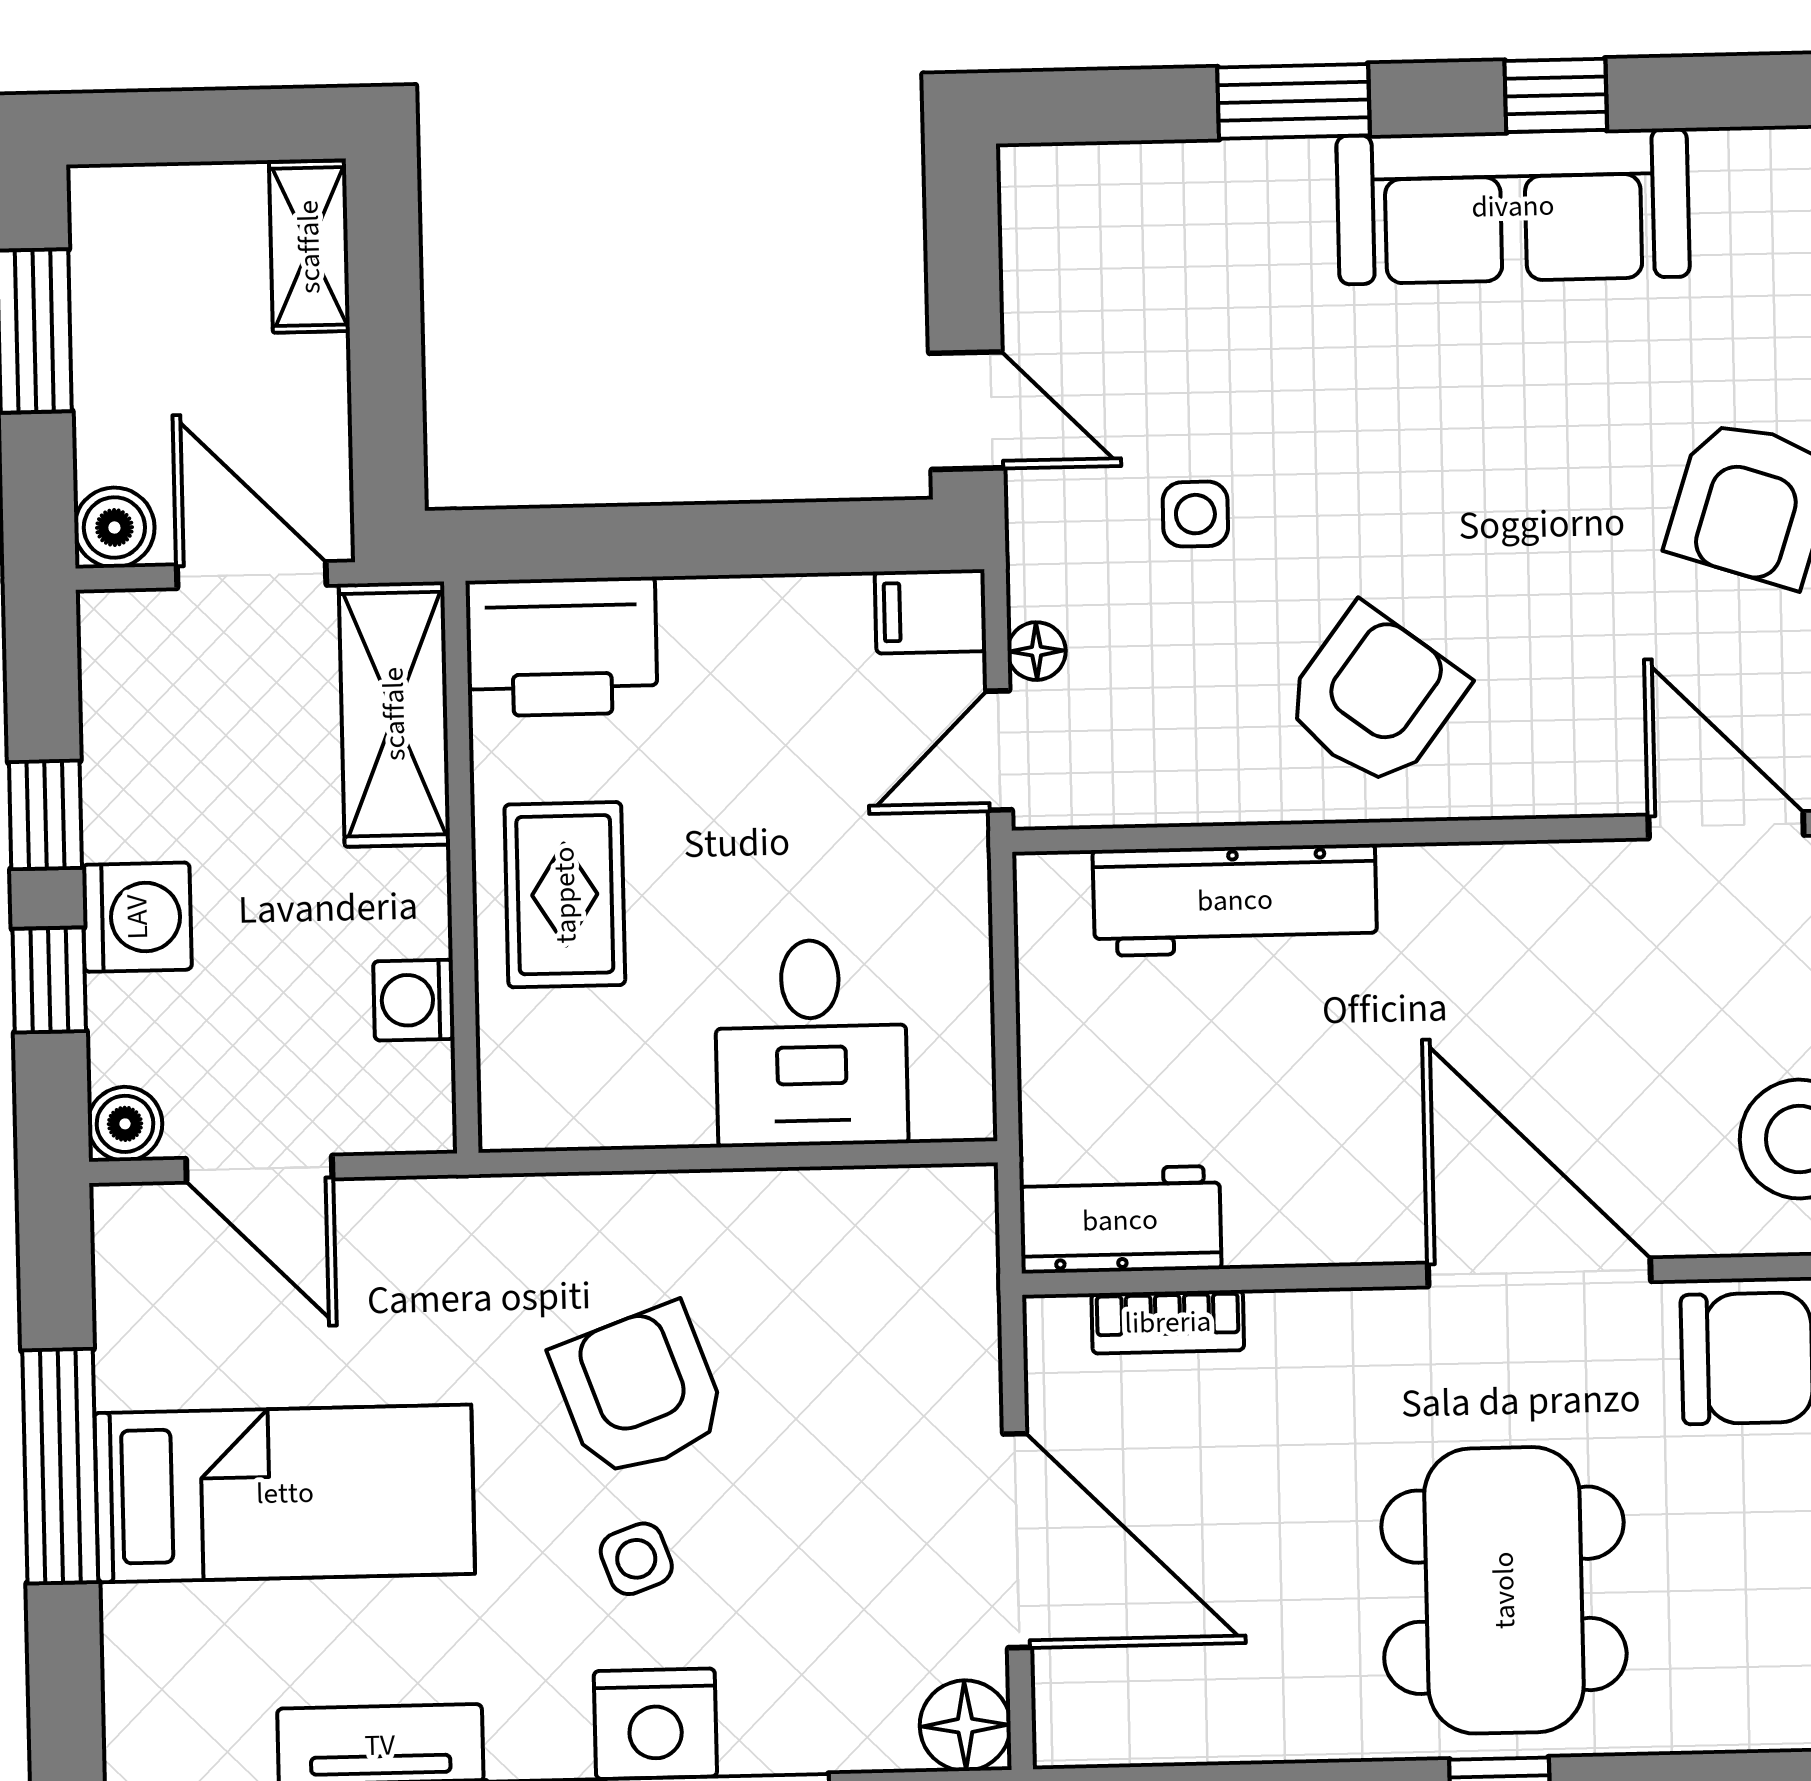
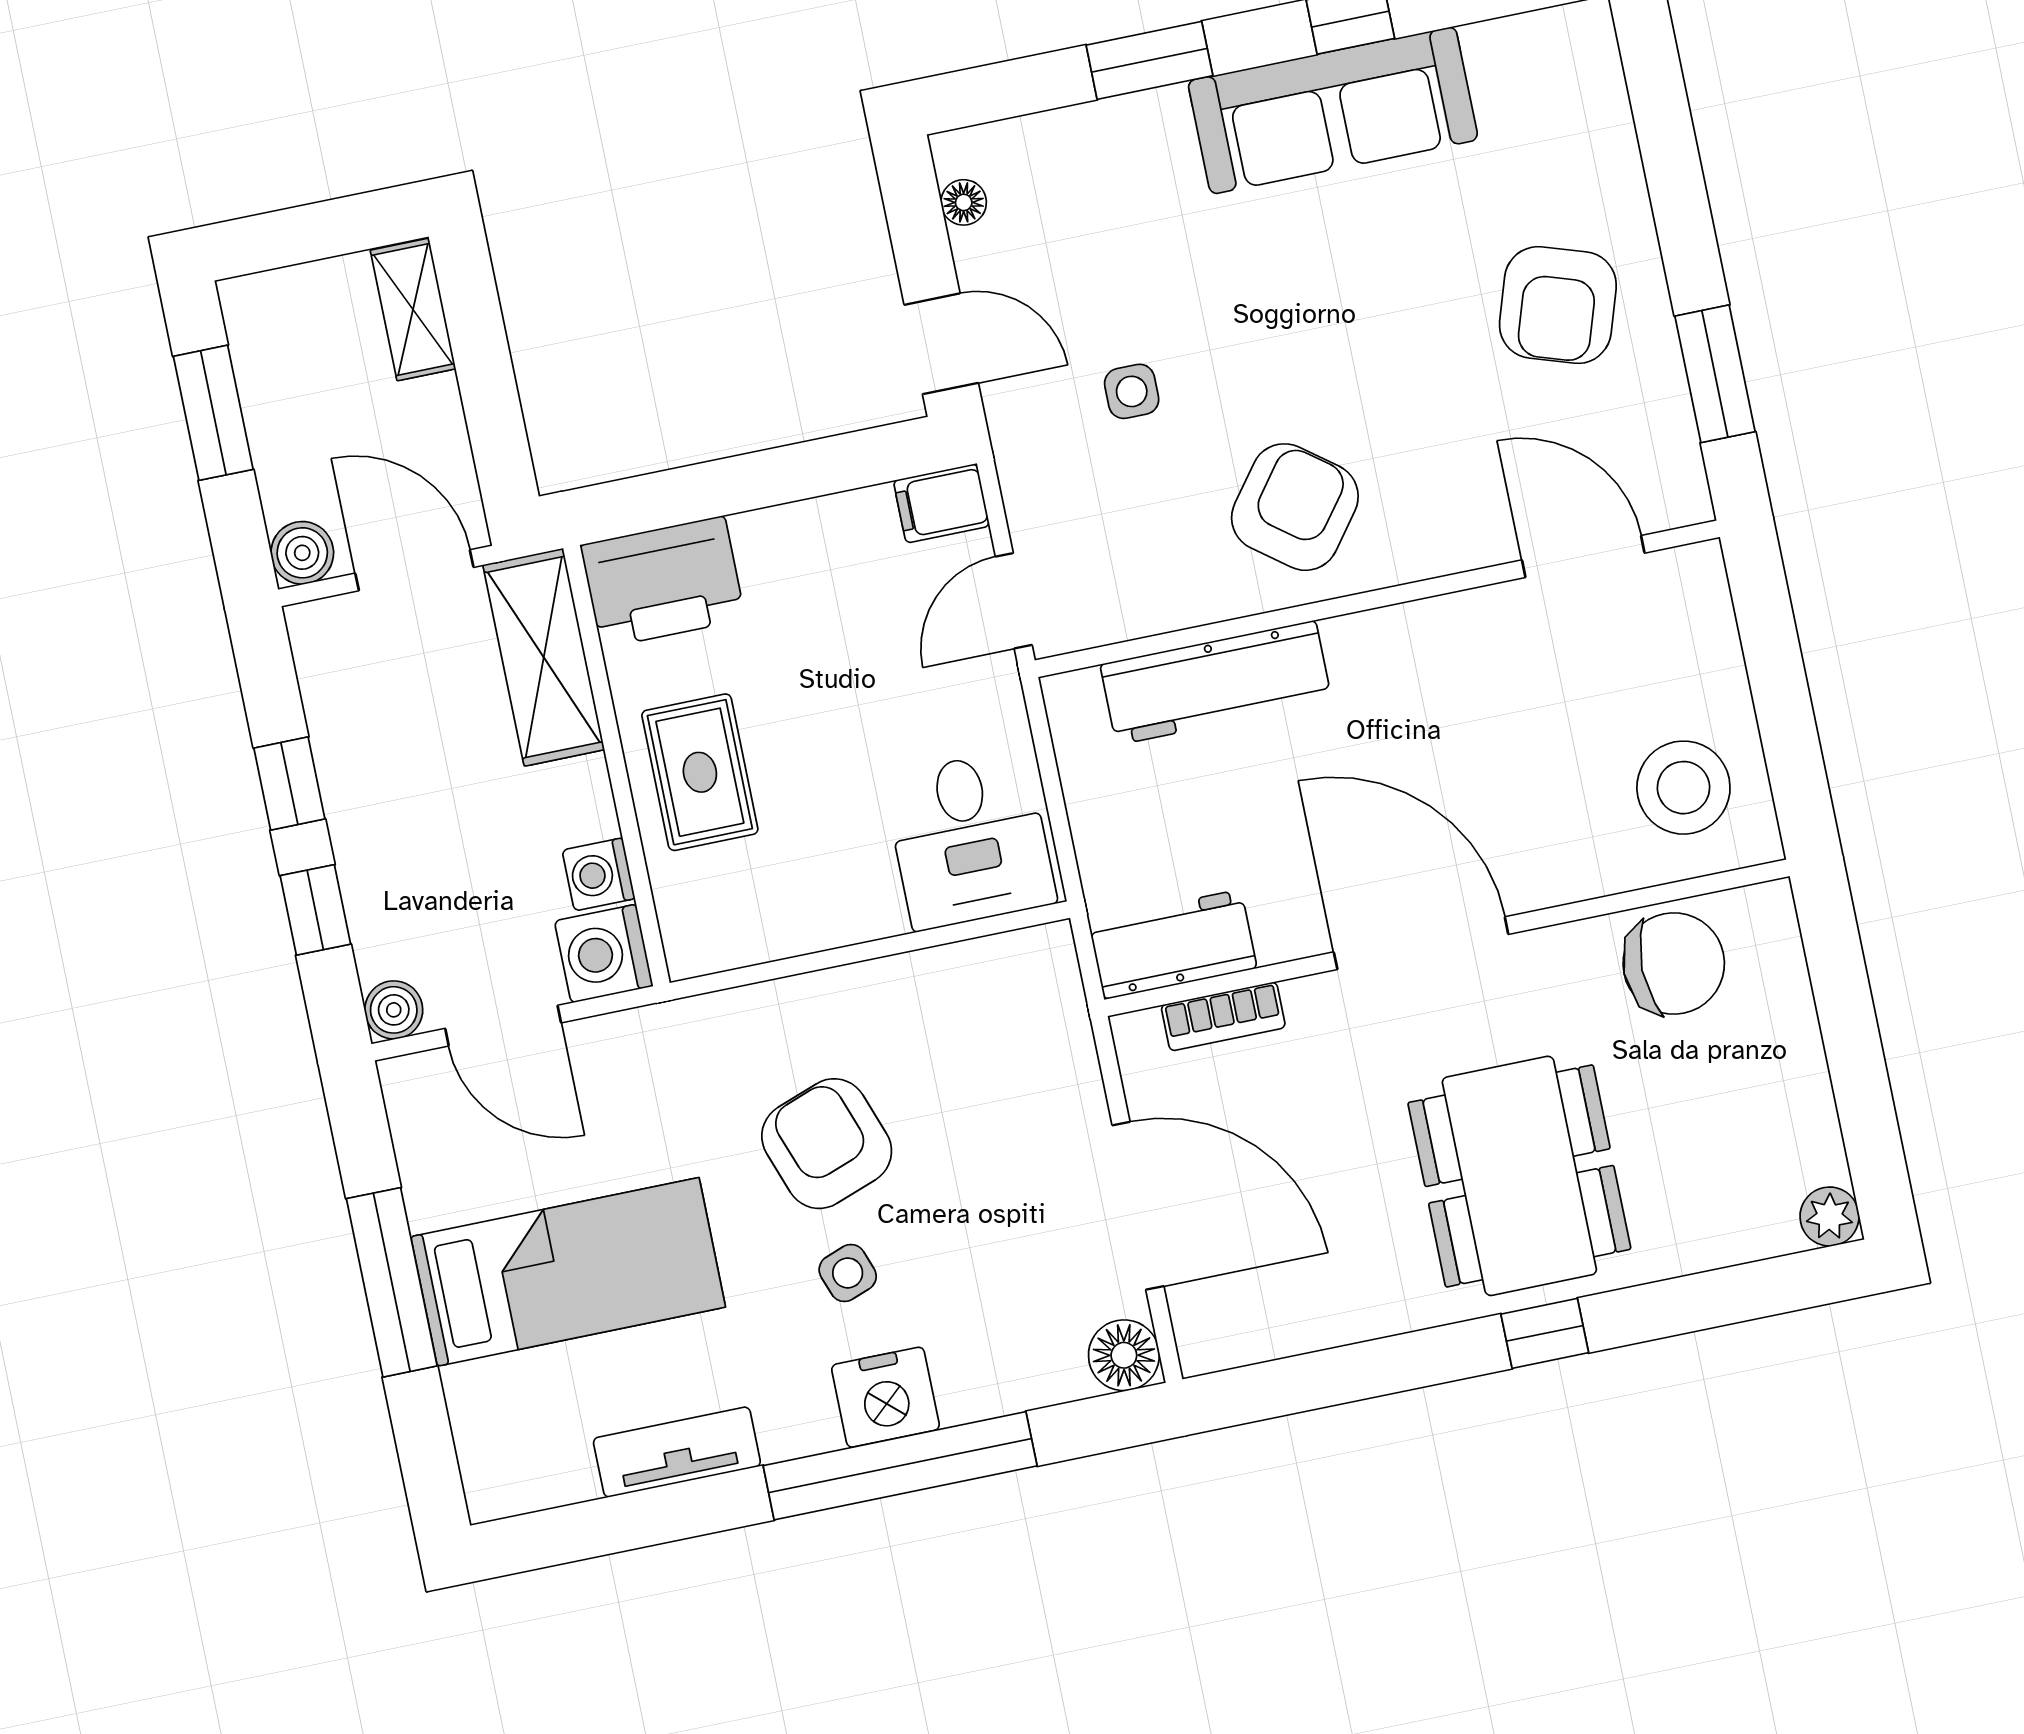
floor lamp: (1036, 651) -> (964, 202), moved
washing machine: (137, 917) -> (604, 954), moved, turned 180
desk: (811, 1043) -> (970, 840), moved
door: (1539, 1272) -> (1421, 943), moved

